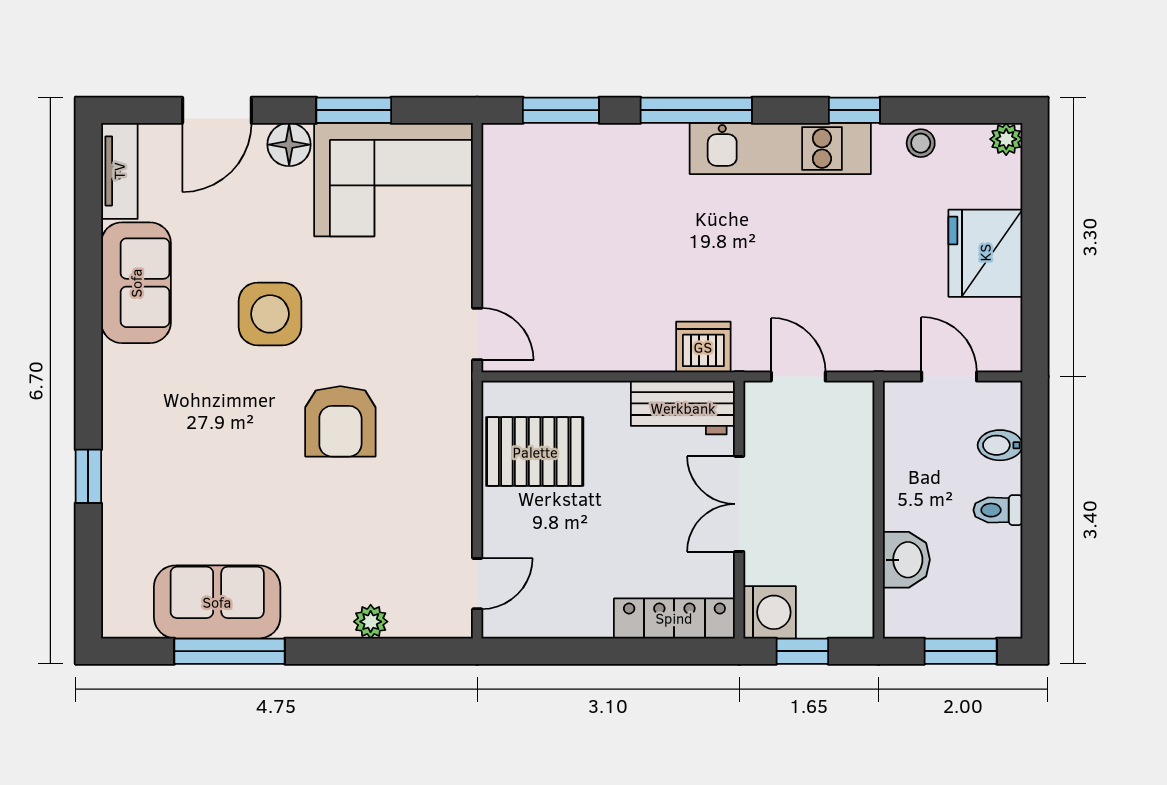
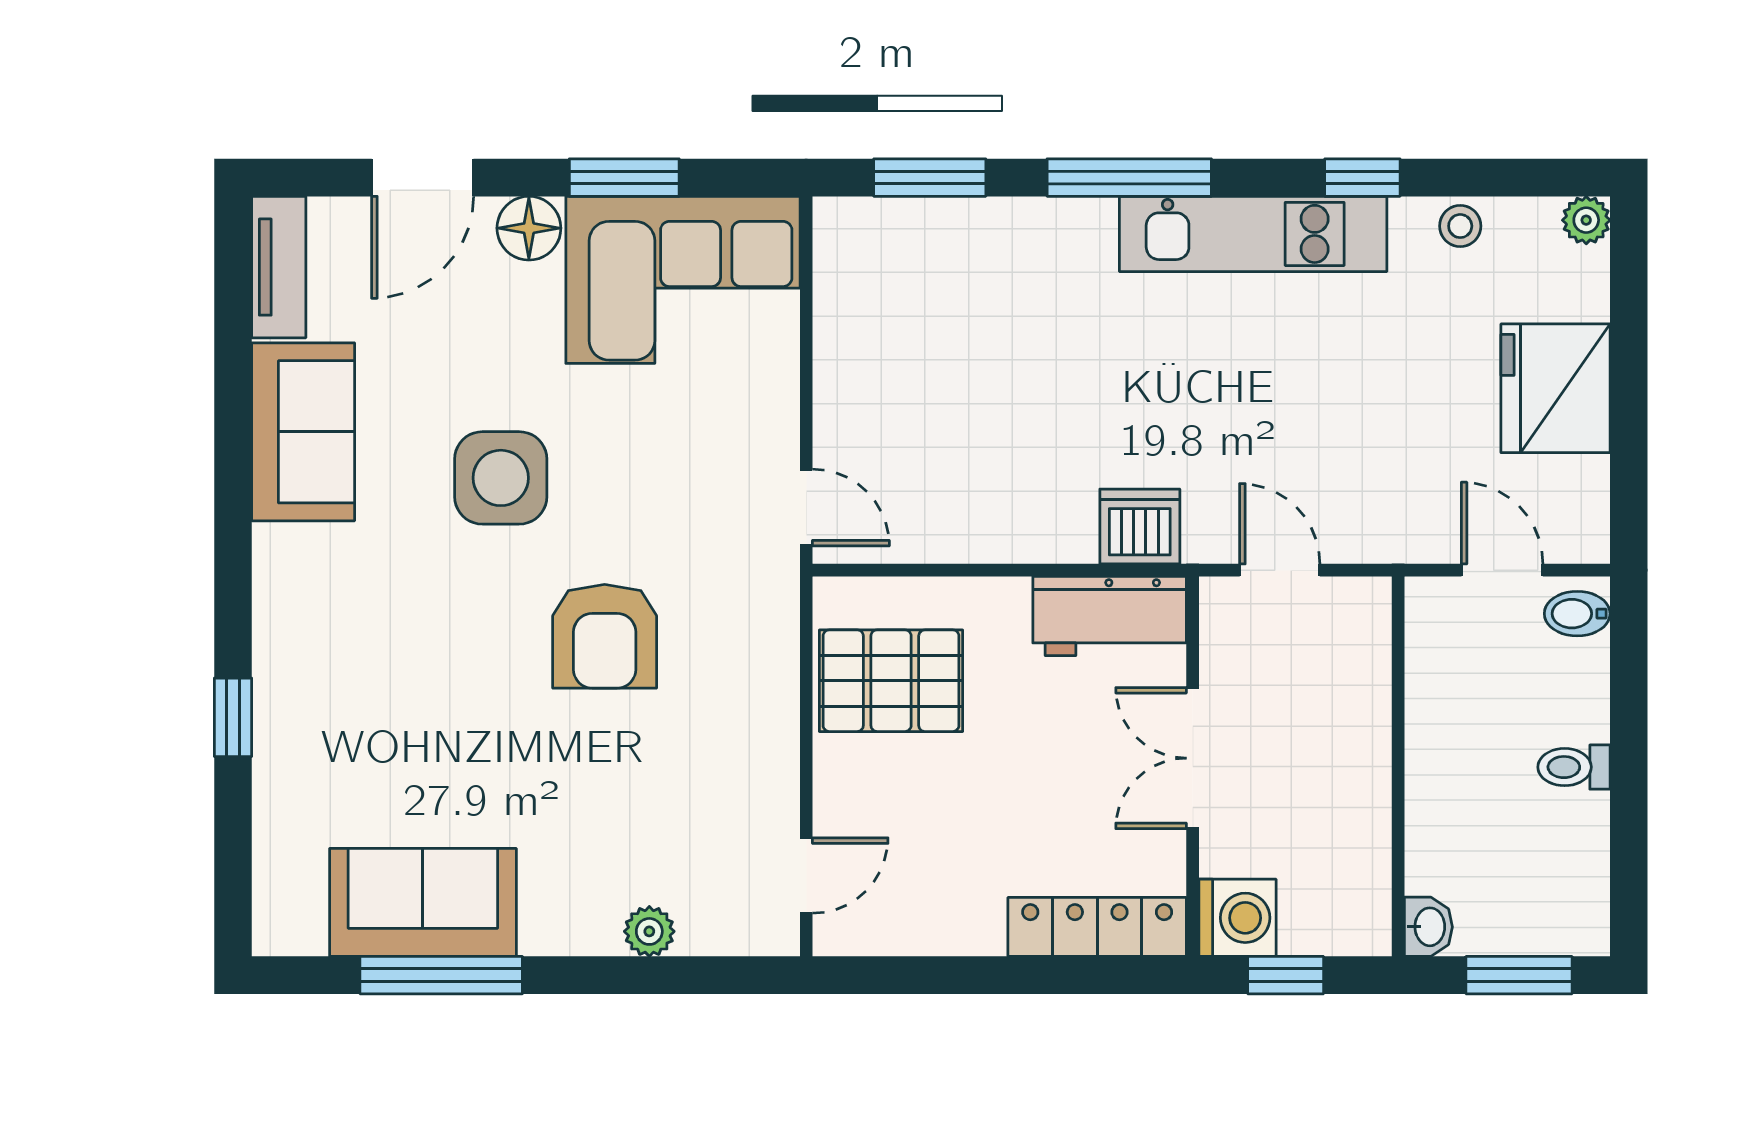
bidet: (1000, 445) -> (1577, 614), moved
washbasin: (906, 560) -> (1428, 927), moved, width x0.72, depth x0.69

